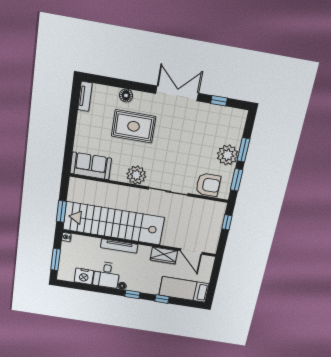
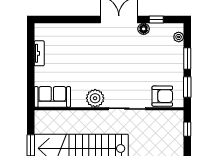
floor lamp: (126, 95) -> (144, 29), moved
tv unit: (85, 96) -> (39, 53), moved
rug: (134, 126) -> (86, 54), removed
plant: (228, 155) -> (179, 37), moved, width x0.53, depth x0.53

